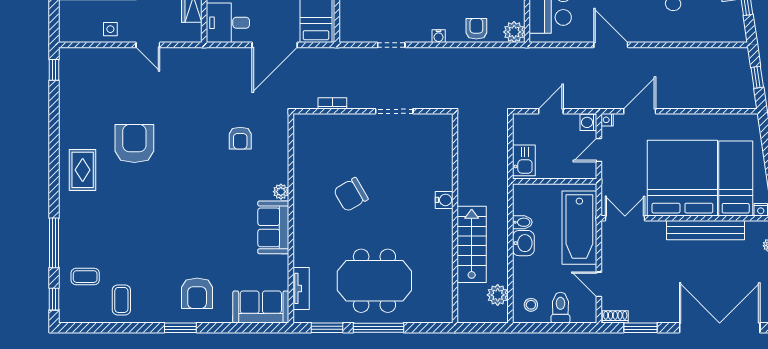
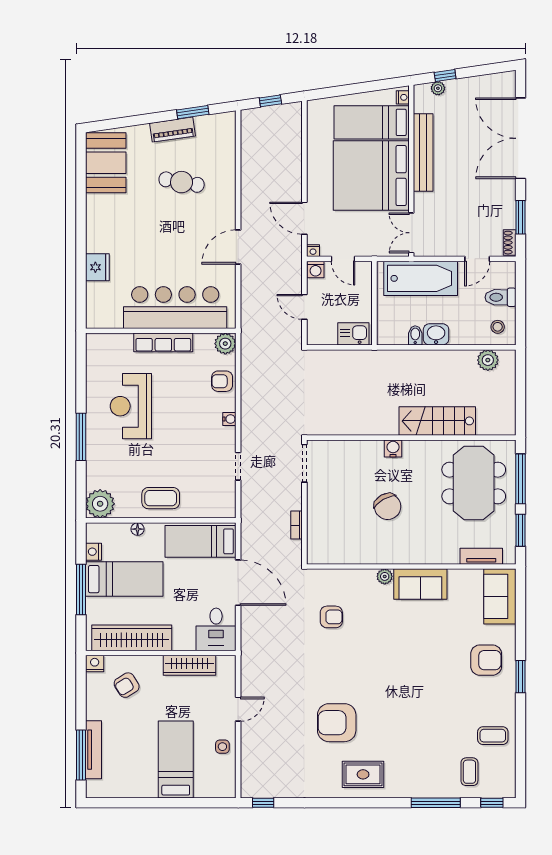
water cooler: (444, 200) -> (393, 448), moved
wall: (455, 218) -> (411, 438), moved
stairs: (472, 244) -> (437, 421), moved

